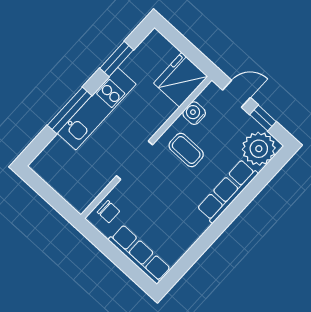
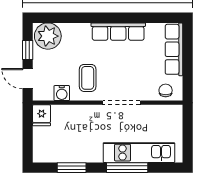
fridge: (181, 80) -> (42, 115), width x0.53, depth x0.75
kitchen unit: (97, 109) -> (139, 153), moved
row of seats: (228, 191) -> (118, 32), moved

